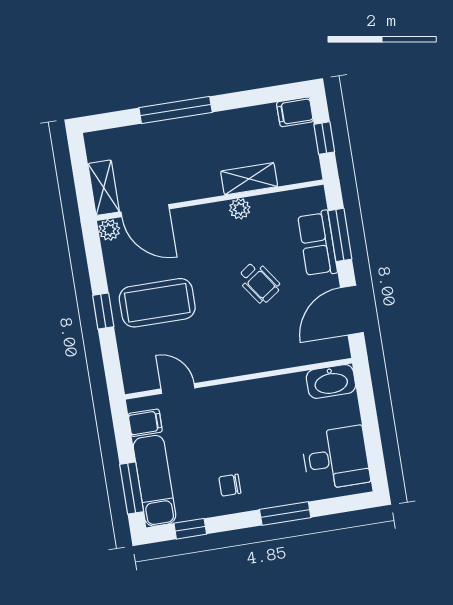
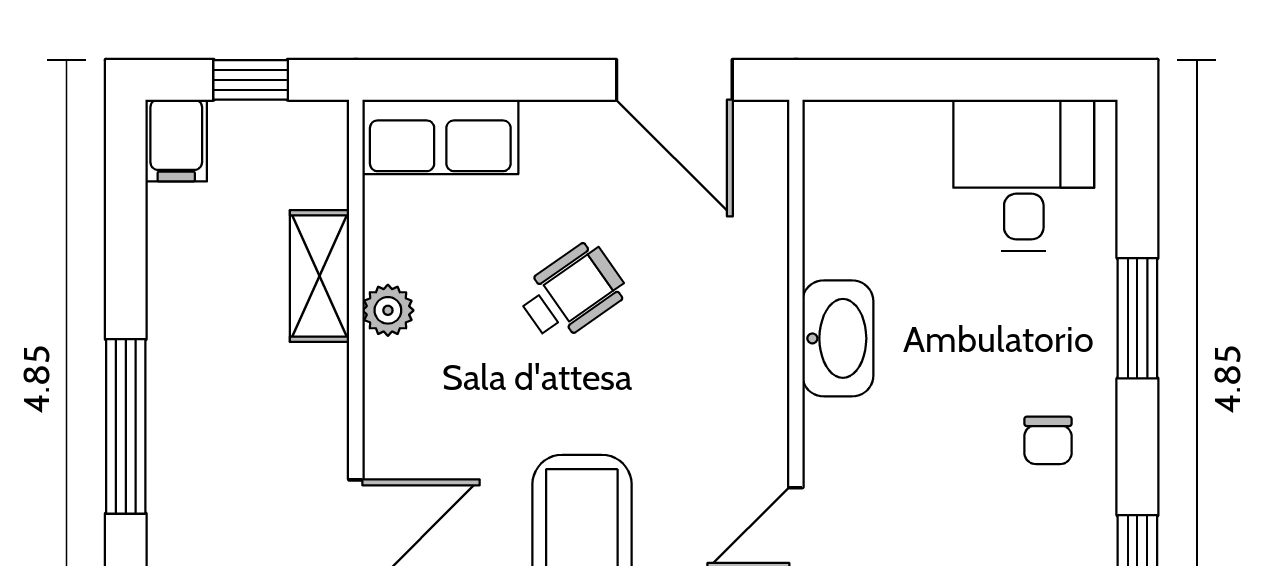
window: (340, 235) -> (489, 80), removed
row of seats: (318, 244) -> (440, 137), moved
washbasin: (331, 381) -> (838, 338), moved

